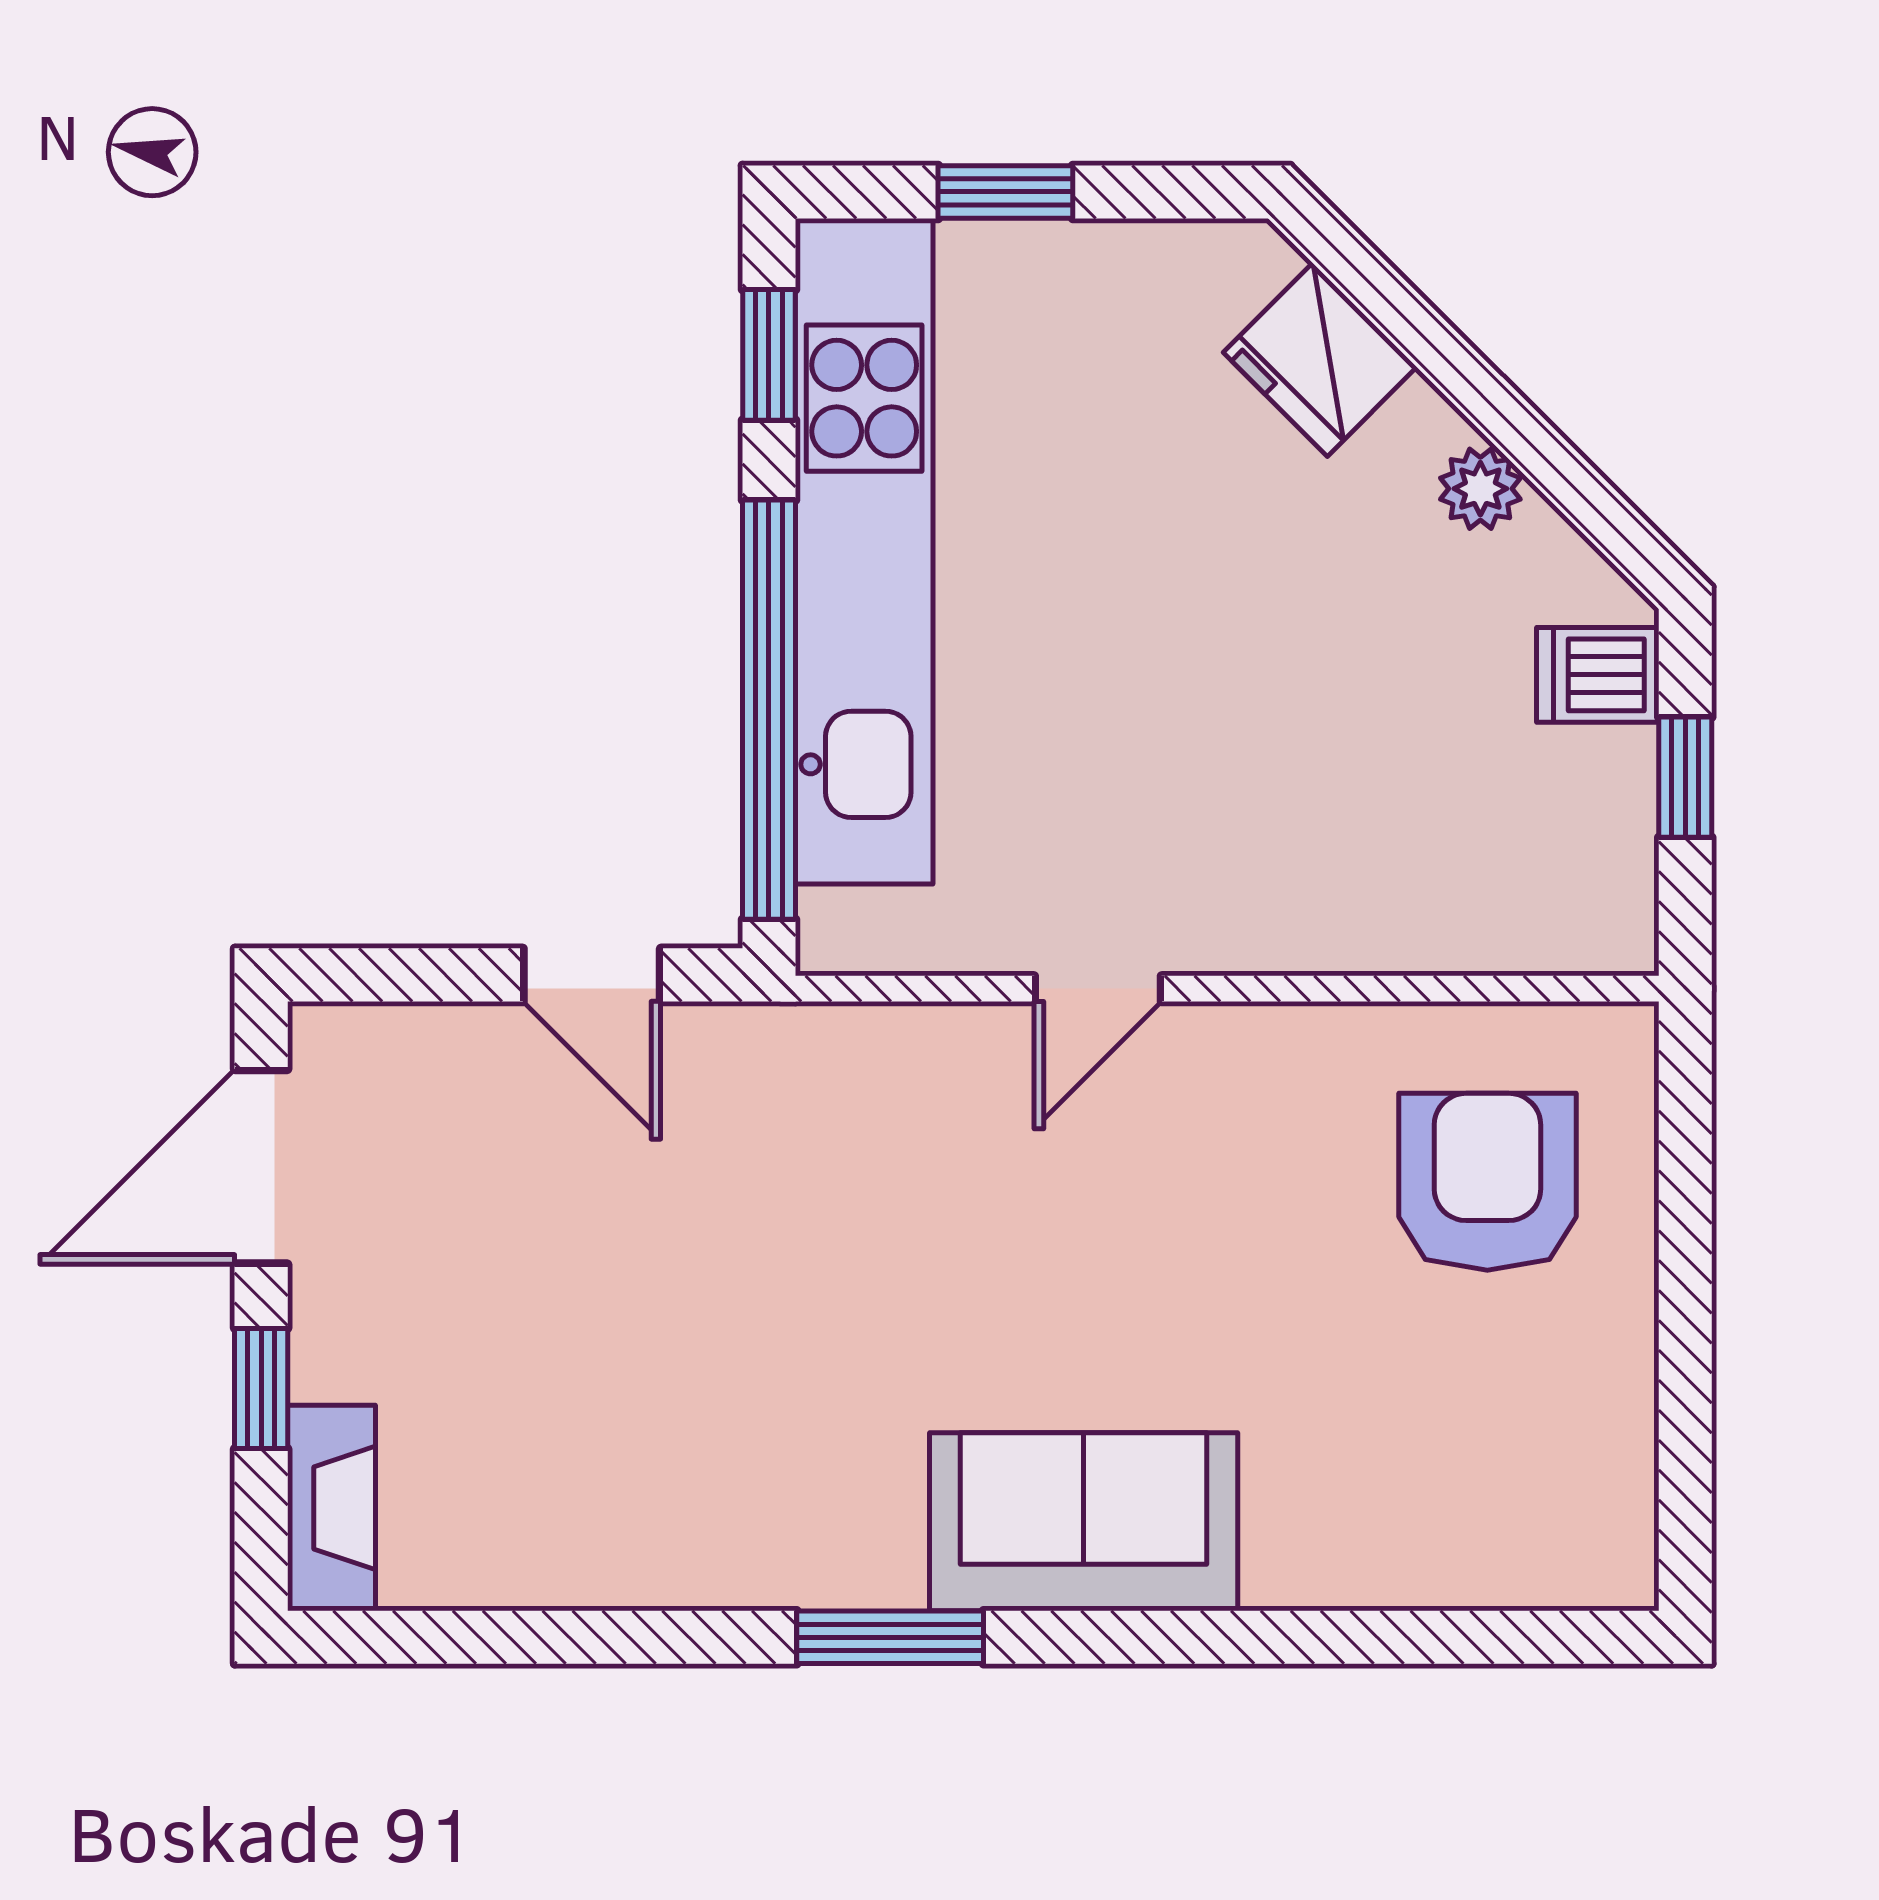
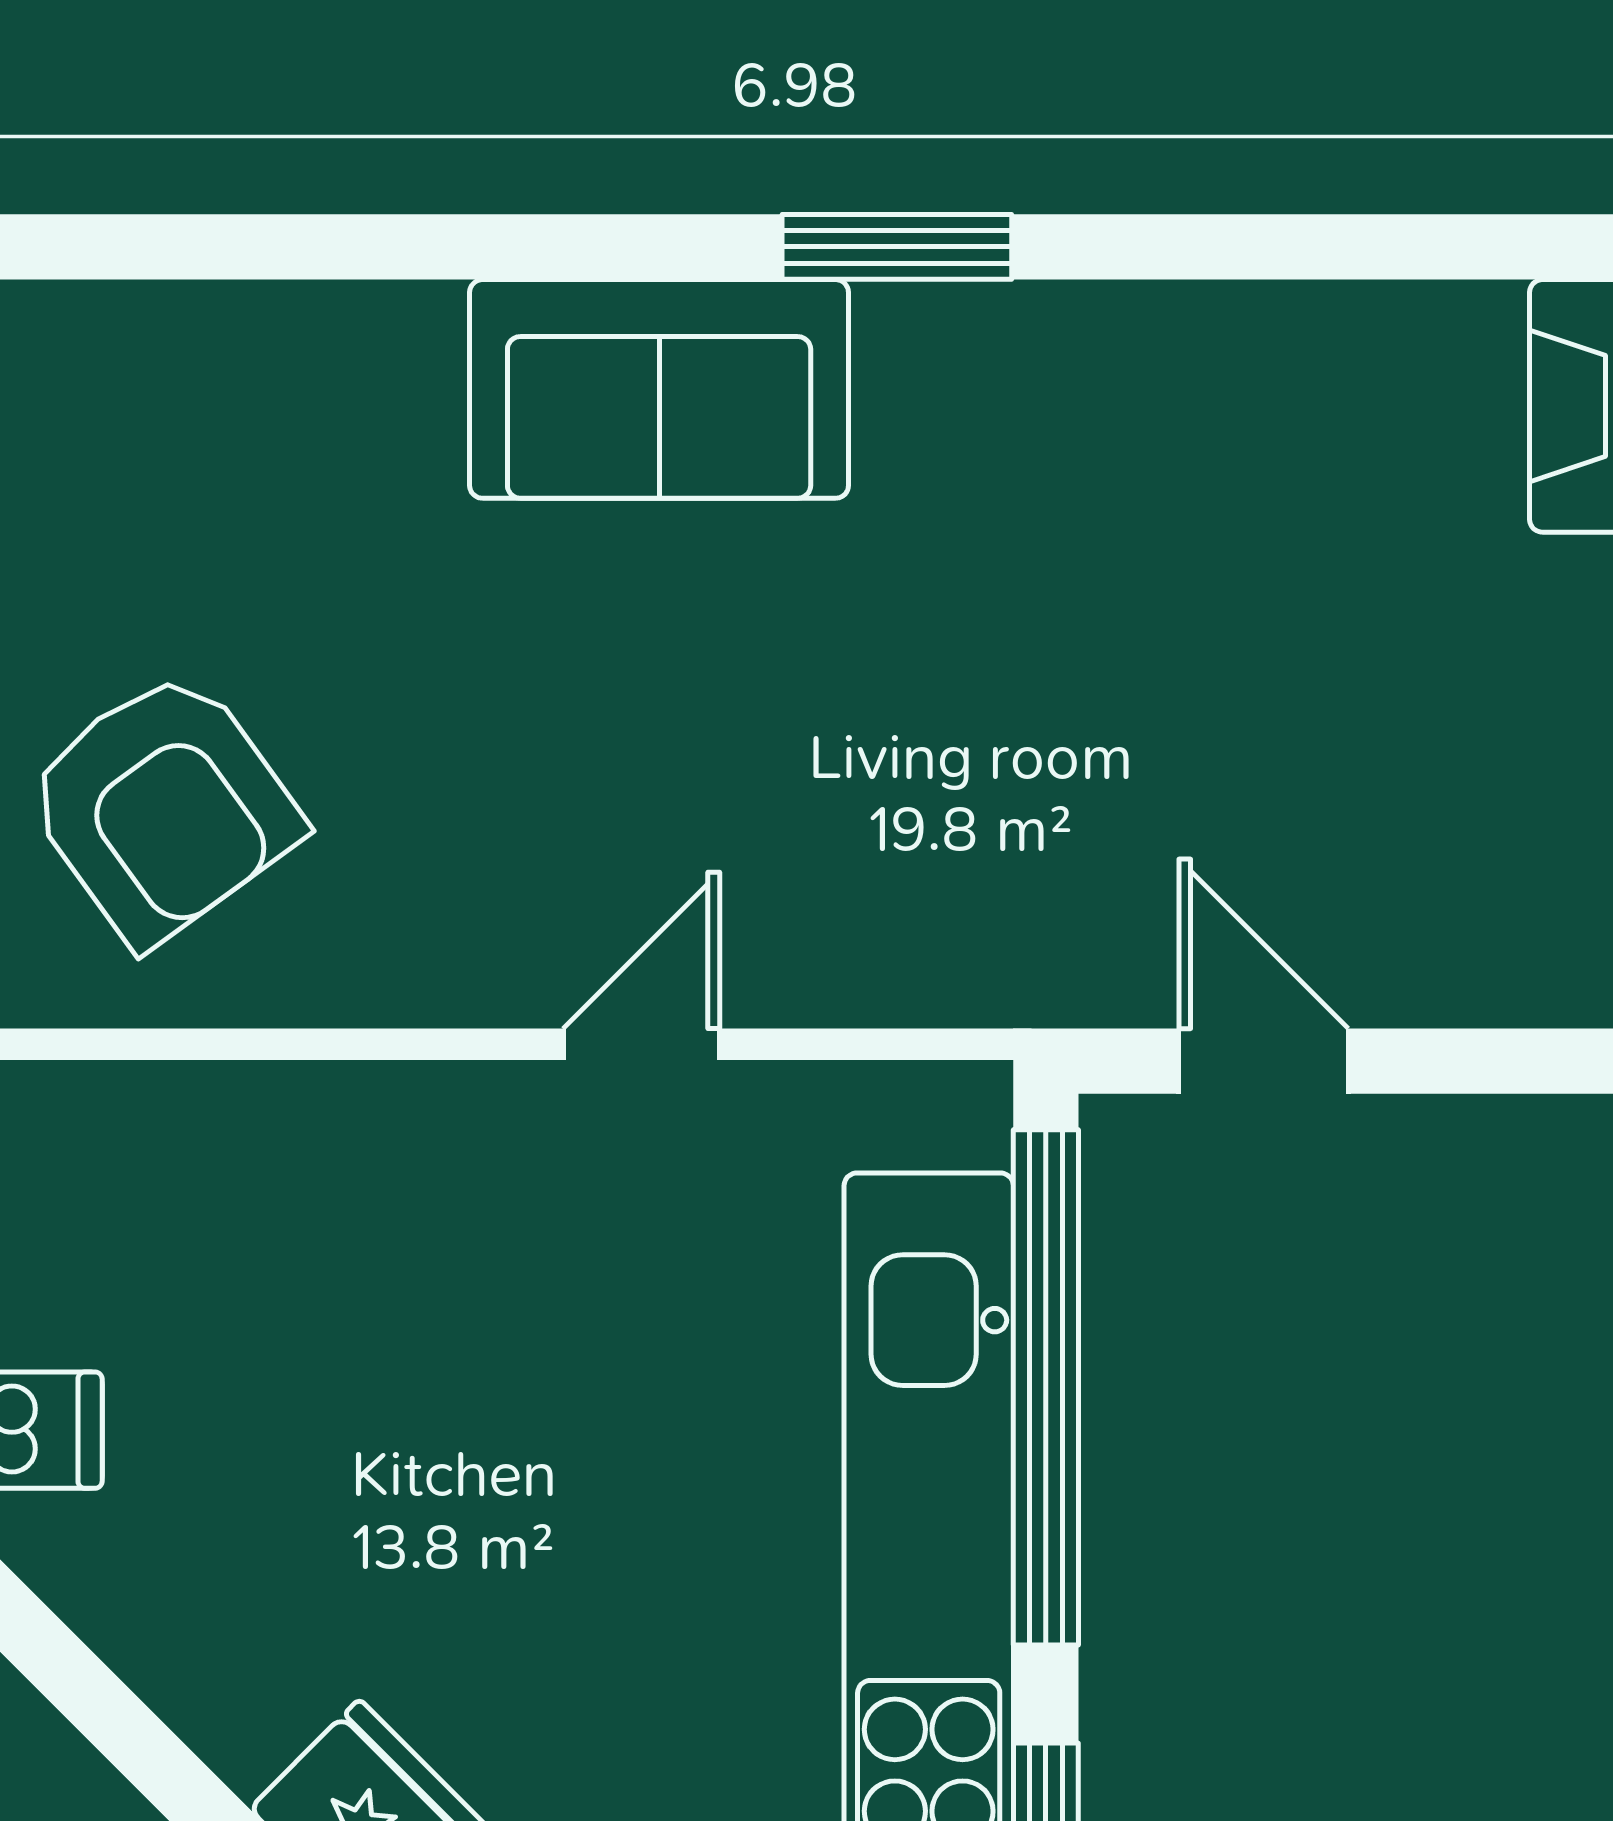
plant: (1480, 489) -> (171, 1659), removed
armchair: (1487, 1182) -> (162, 807), turned -36

